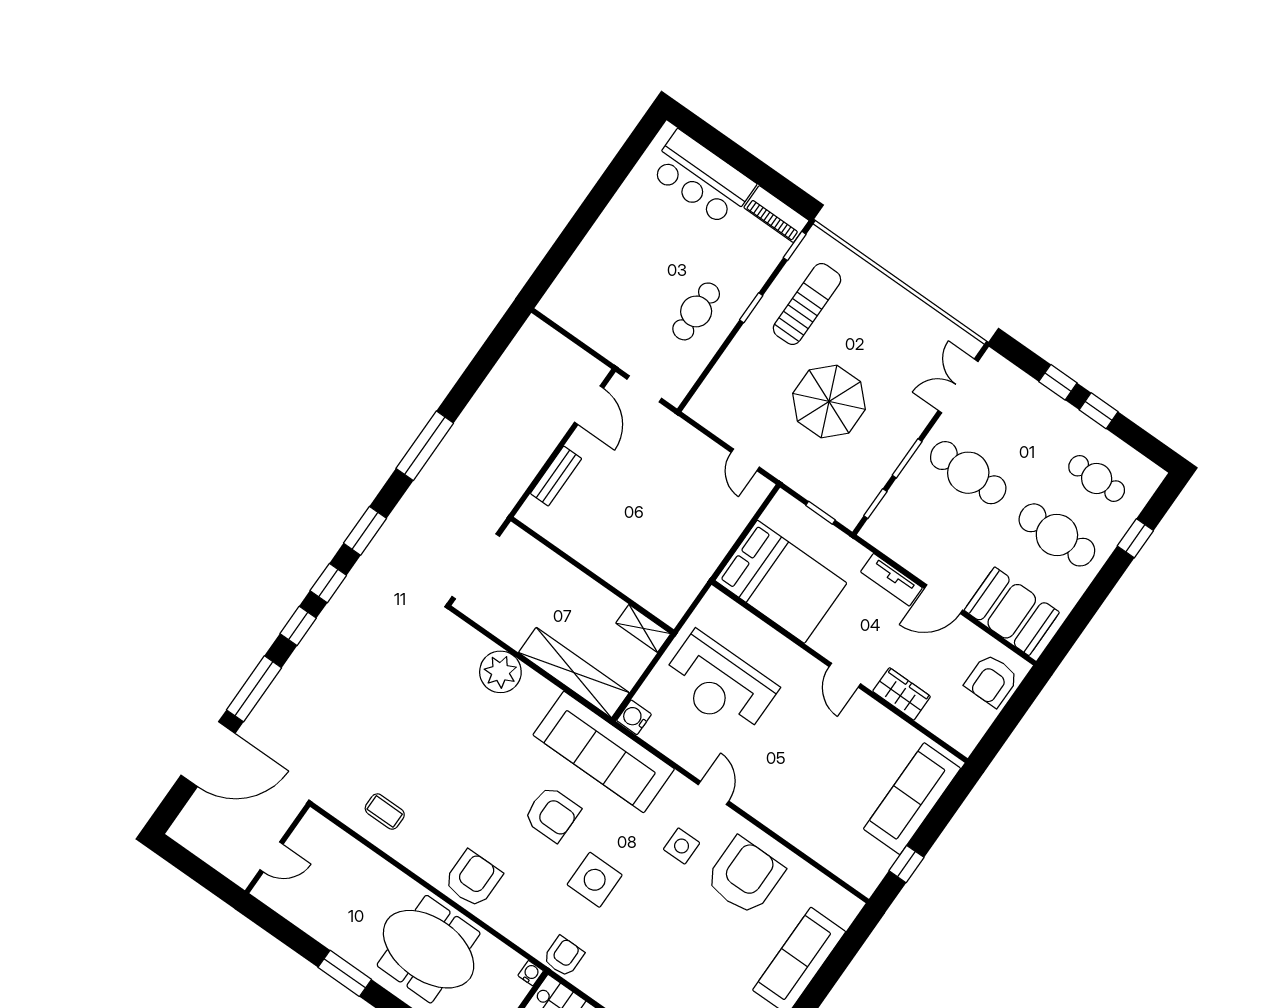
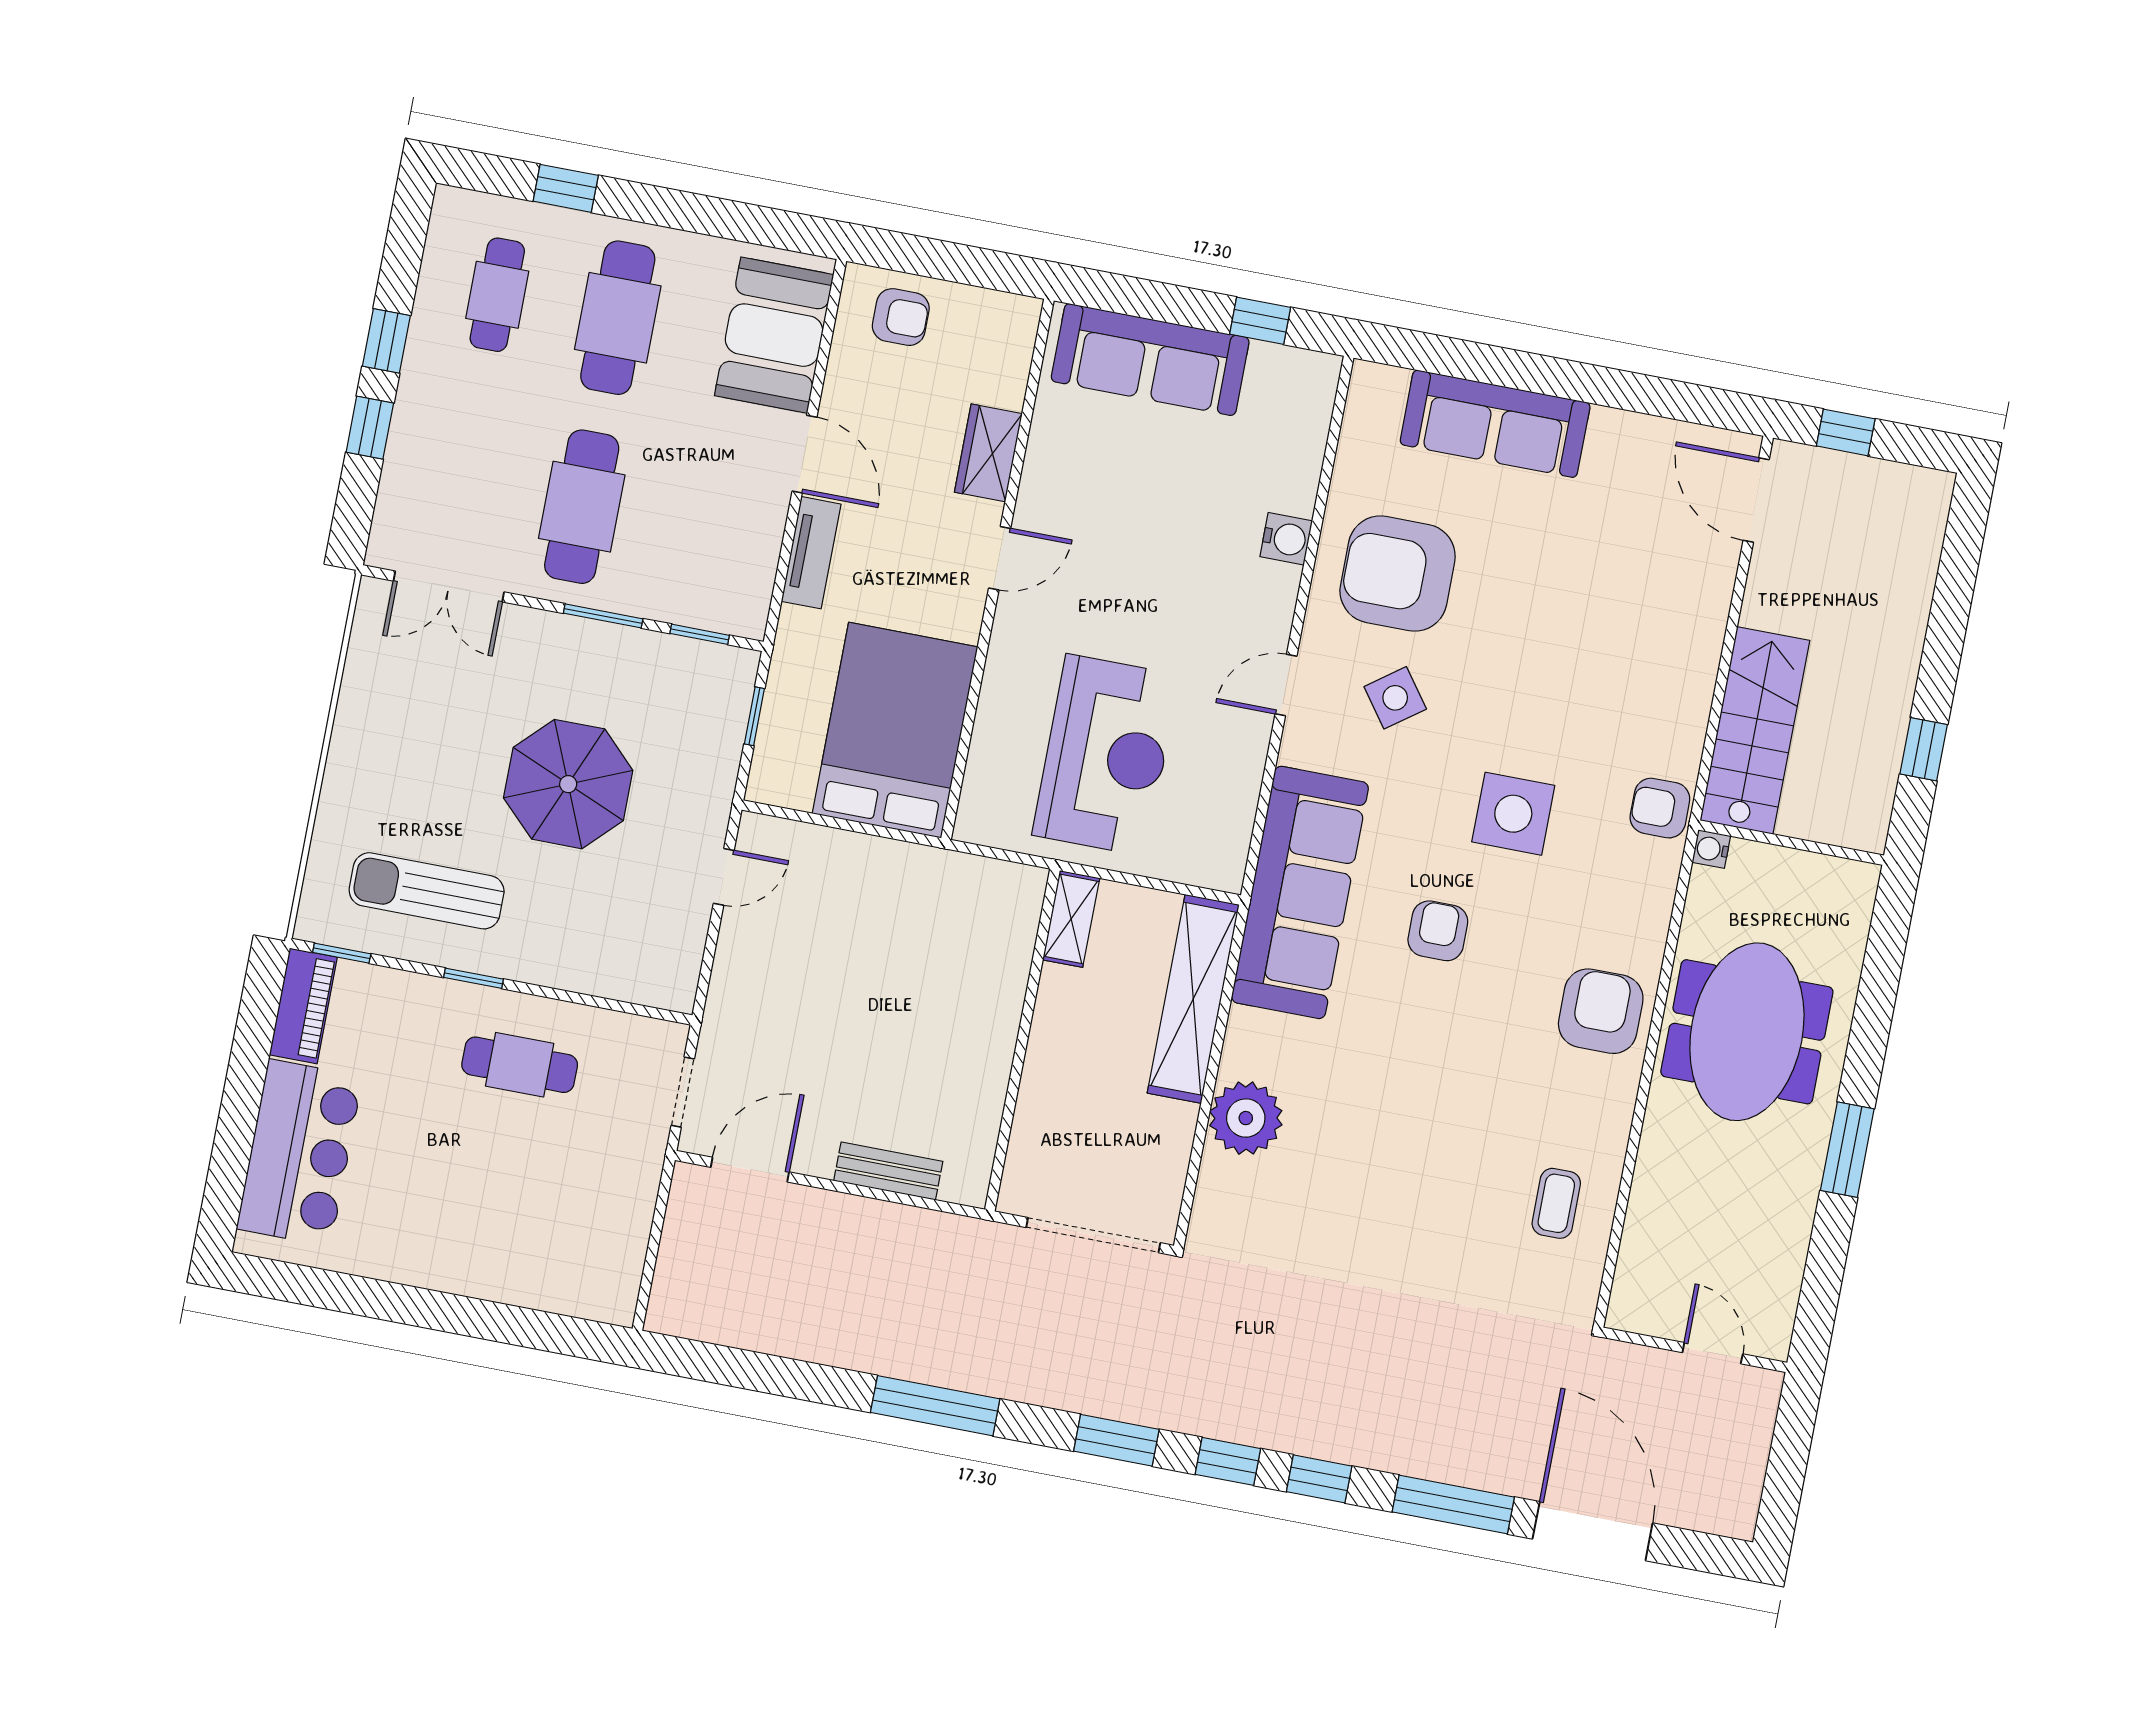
armchair: (992, 680) -> (901, 317), width x0.72, depth x0.72
water cooler: (634, 717) -> (1286, 539), moved, turned -90
armchair: (552, 814) -> (1438, 931), width x0.72, depth x0.72
side table: (682, 846) -> (1395, 698), turned -36
armchair: (473, 879) -> (1601, 1011), turned 90

